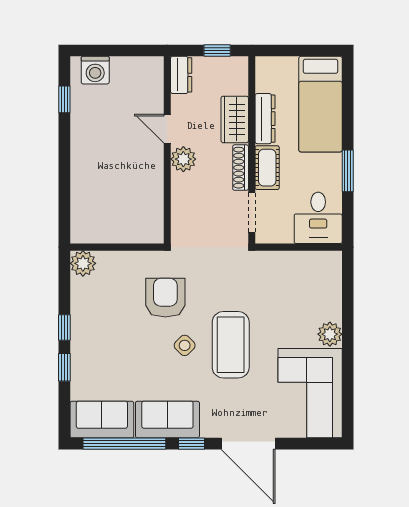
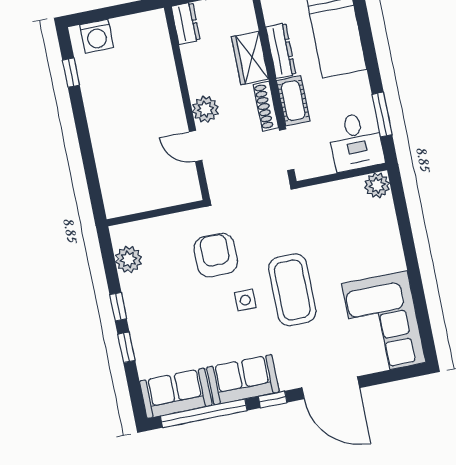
door: (167, 129) -> (196, 146), moved
window: (348, 171) -> (382, 115), moved
plant: (83, 263) -> (129, 259), moved
plant: (330, 334) -> (377, 185), moved
side table: (185, 345) -> (245, 300), turned 45

